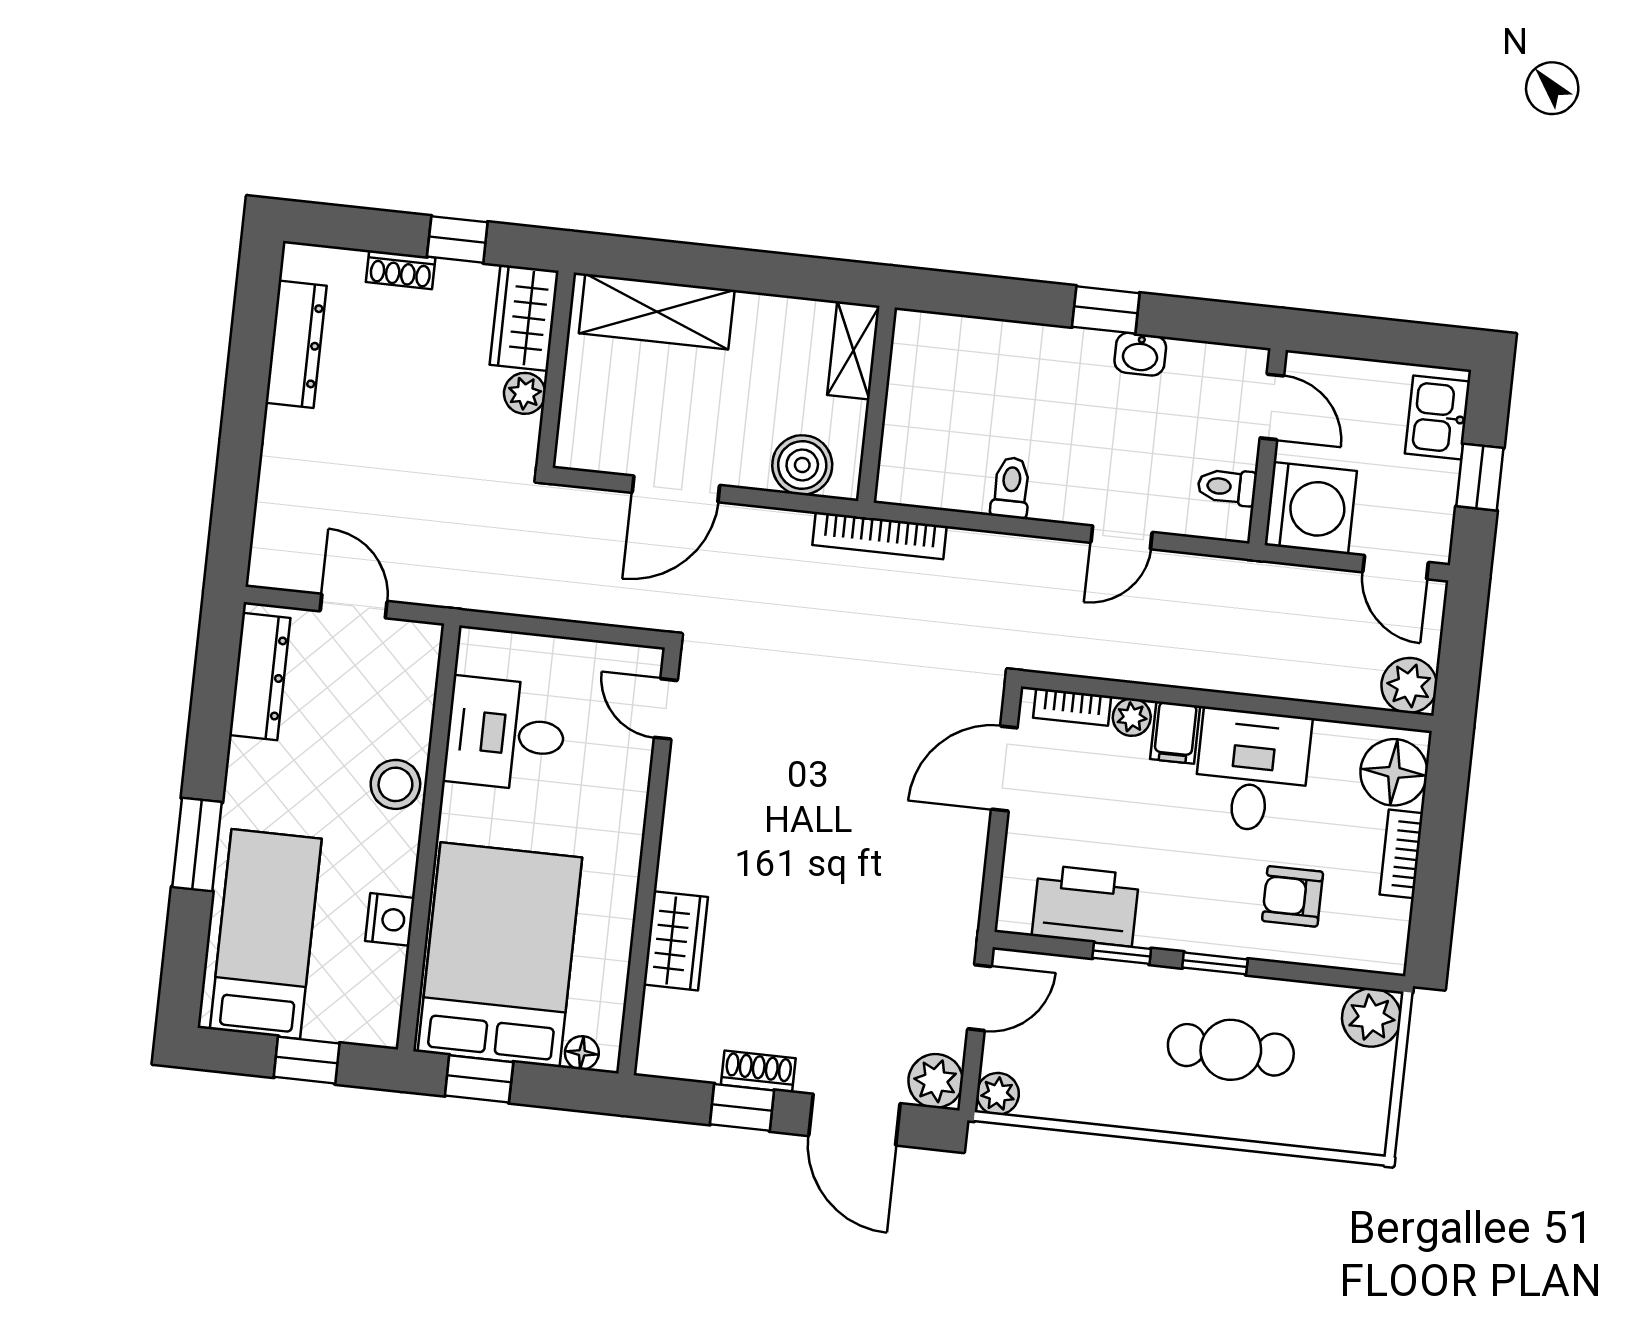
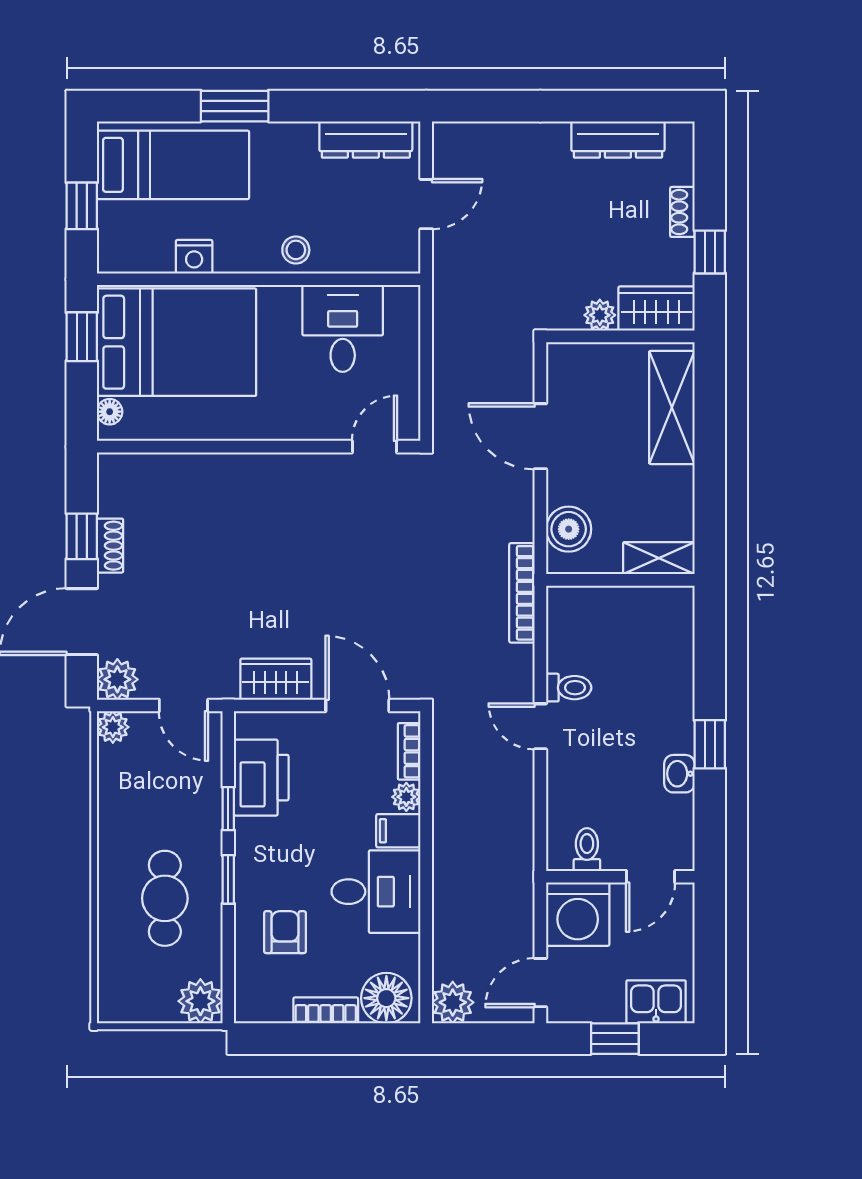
door: (1122, 537) -> (540, 726), moved
stool: (395, 784) -> (296, 250), width x0.73, depth x0.73
wardrobe: (676, 941) -> (276, 679), moved, turned 180

